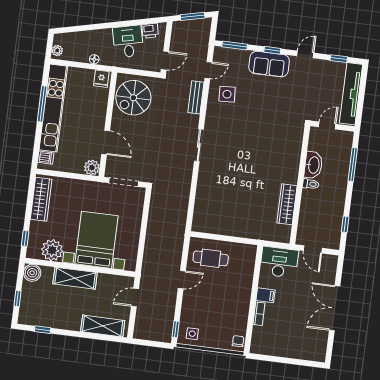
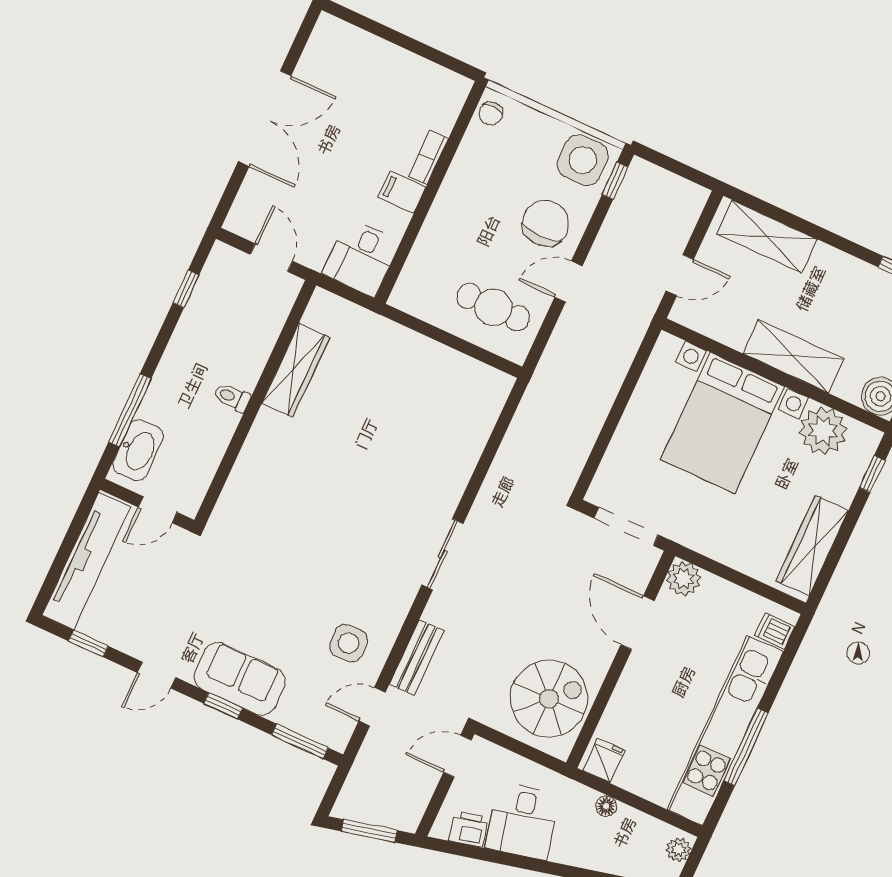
washbasin: (313, 165) -> (138, 450), moved, turned 180
desk: (279, 262) -> (361, 258), width x0.73
chair: (200, 301) -> (546, 223), added
side table: (192, 334) -> (583, 160), width x1.87, depth x1.87

